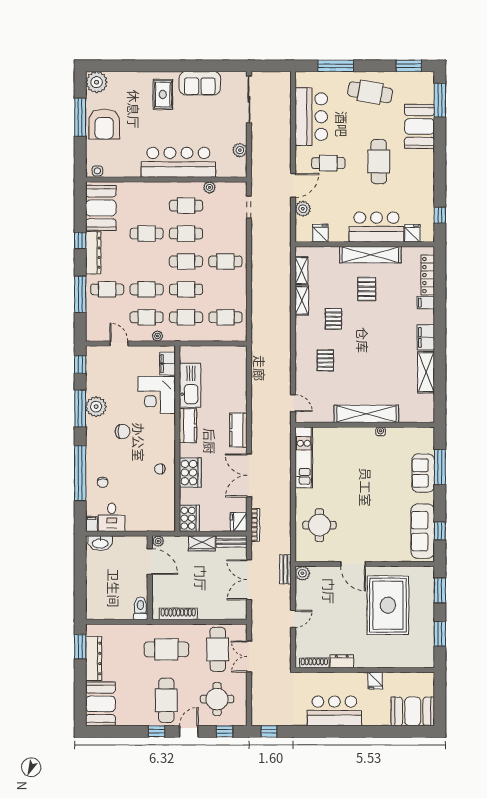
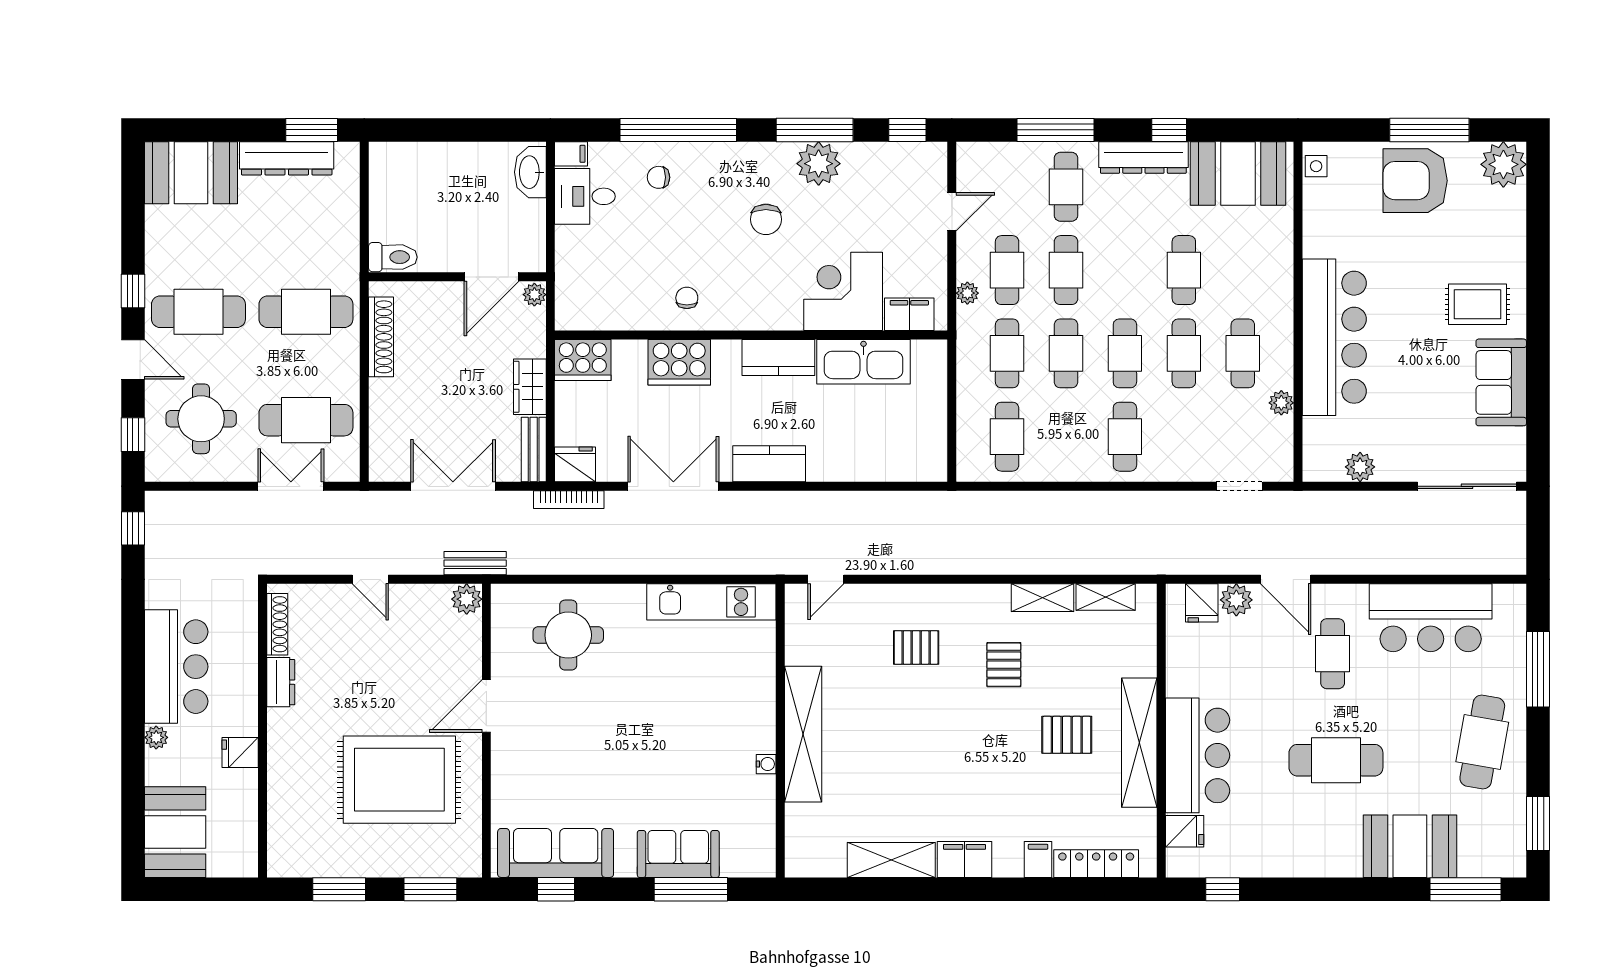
fridge: (320, 233) -> (1202, 603), moved, turned 90
pallet: (333, 319) -> (1004, 665), turned 90
cafe table: (166, 649) -> (306, 312), turned 90
plant: (368, 720) -> (156, 737), added

